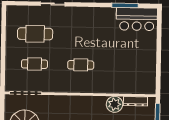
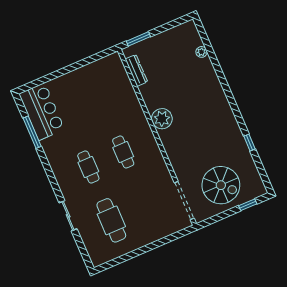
cafe table: (35, 64) -> (88, 167), moved
plant: (115, 104) -> (162, 119), moved

